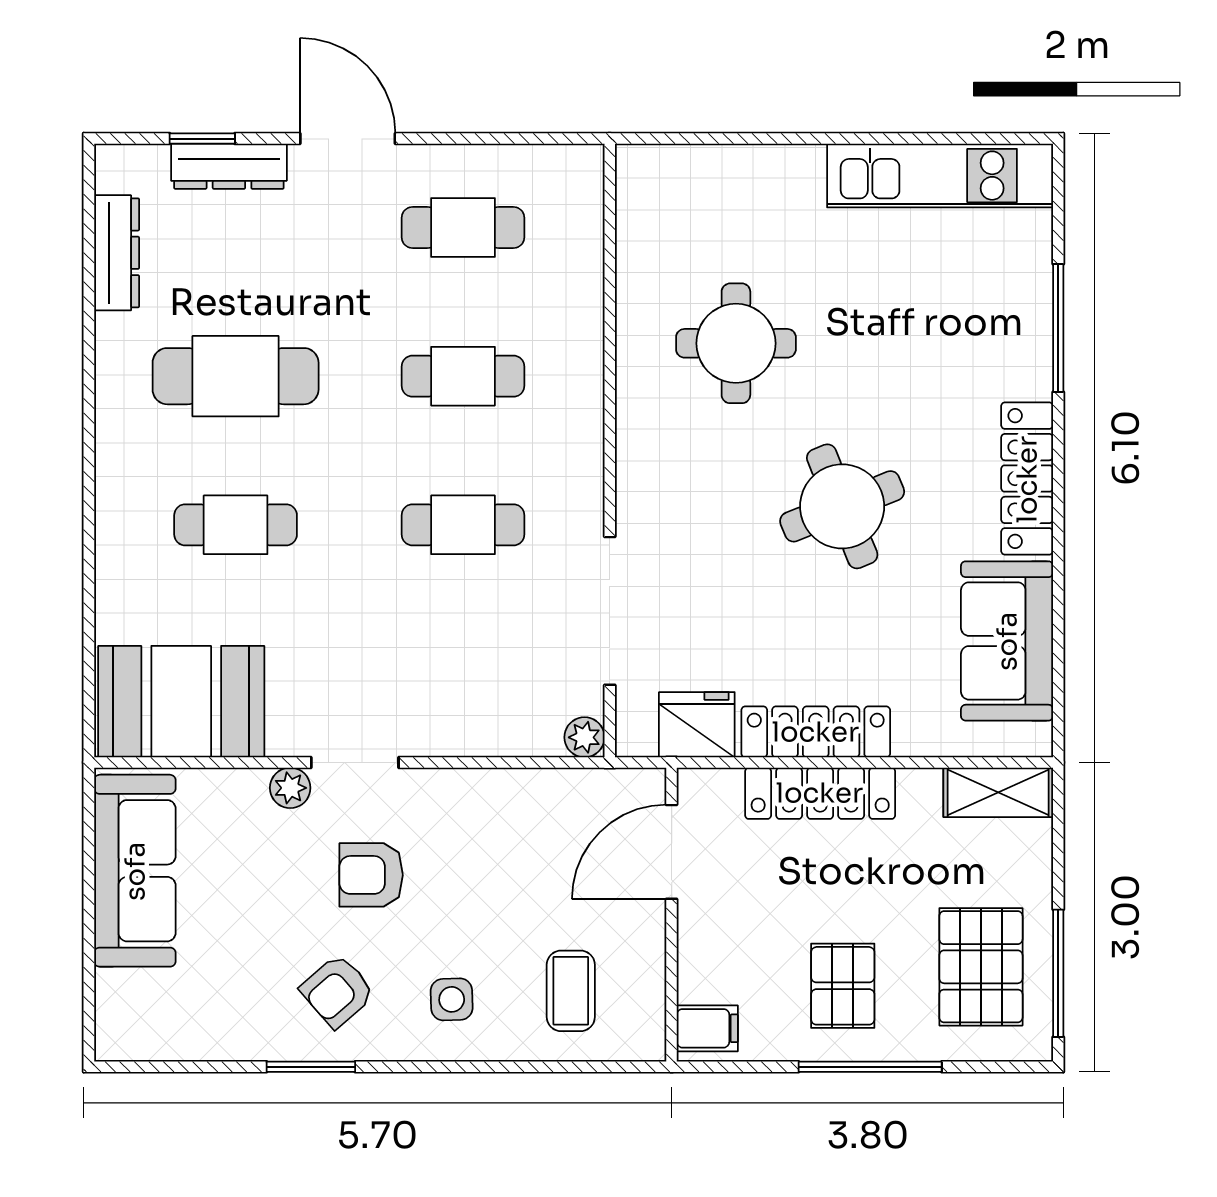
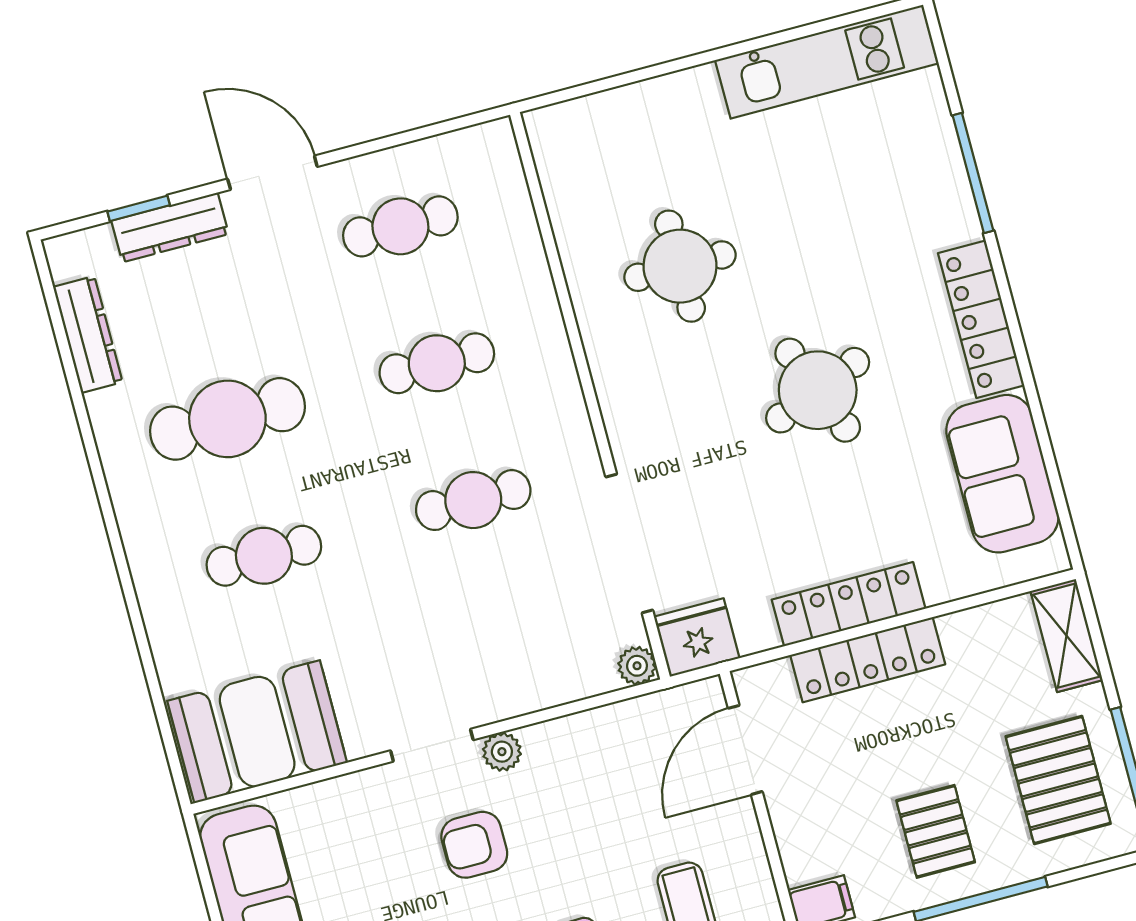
fridge: (697, 725) -> (697, 637), moved
plant: (290, 788) -> (502, 752), moved
shelving: (998, 792) -> (1067, 636), moved, turned 90

